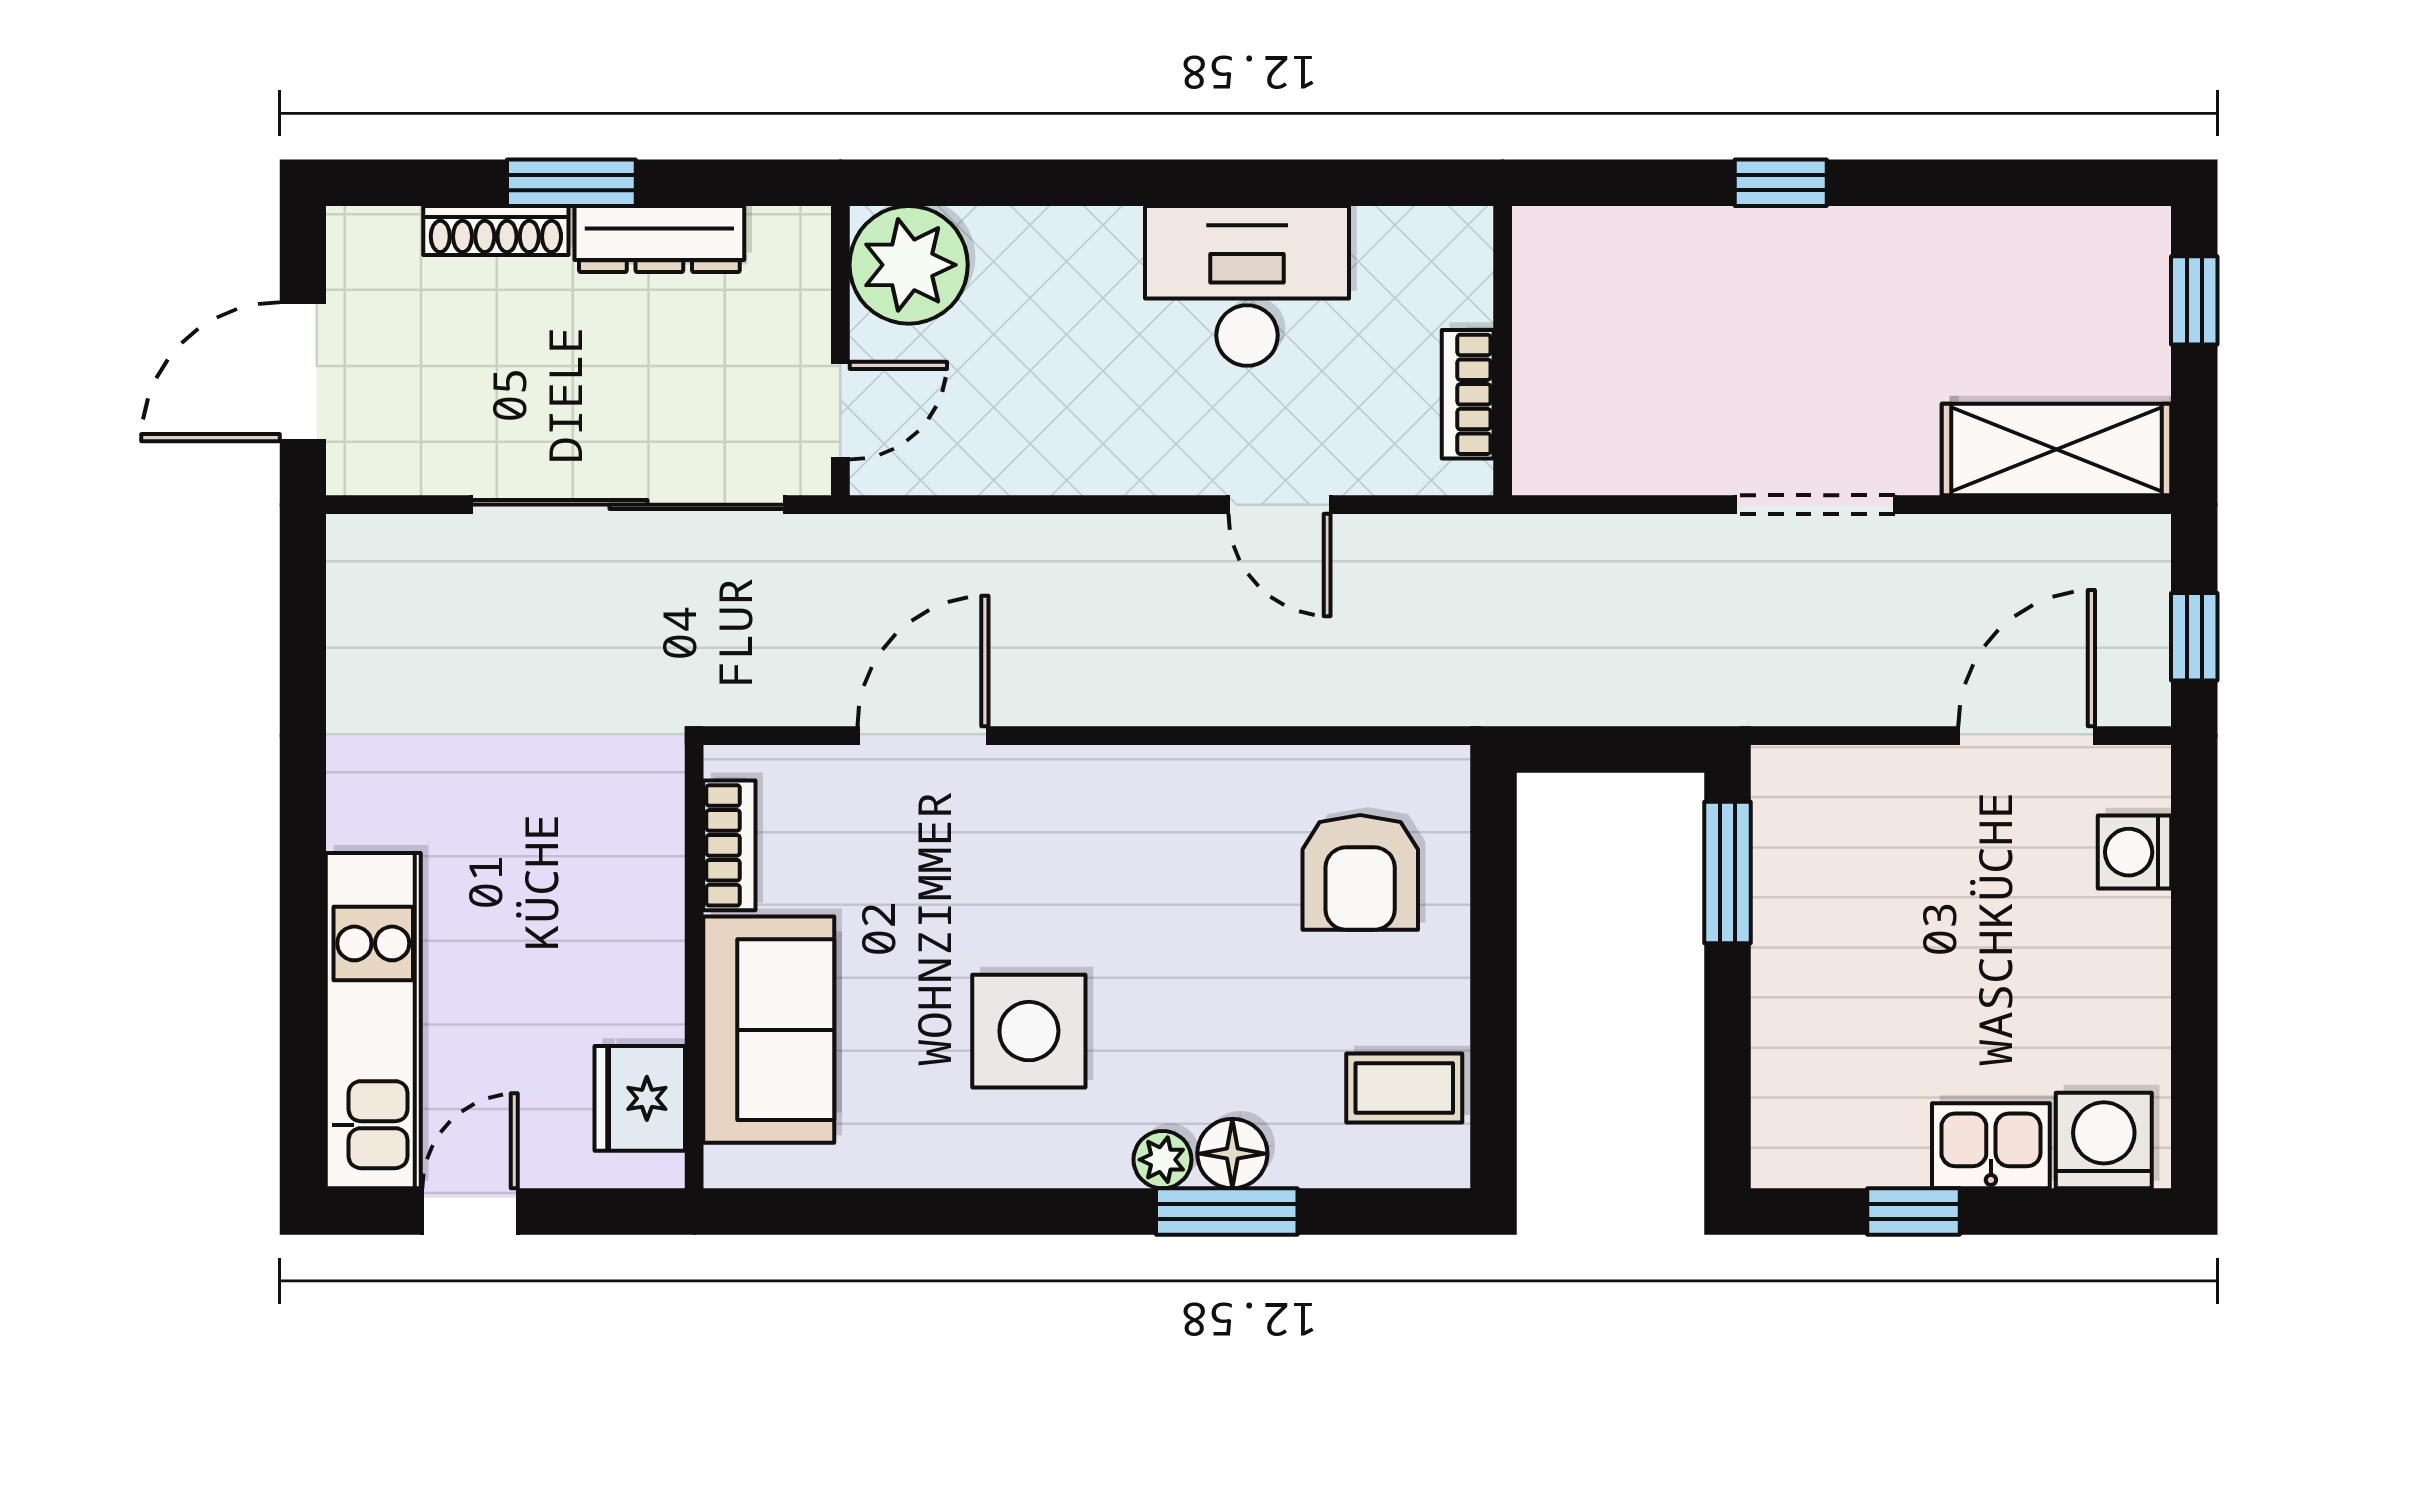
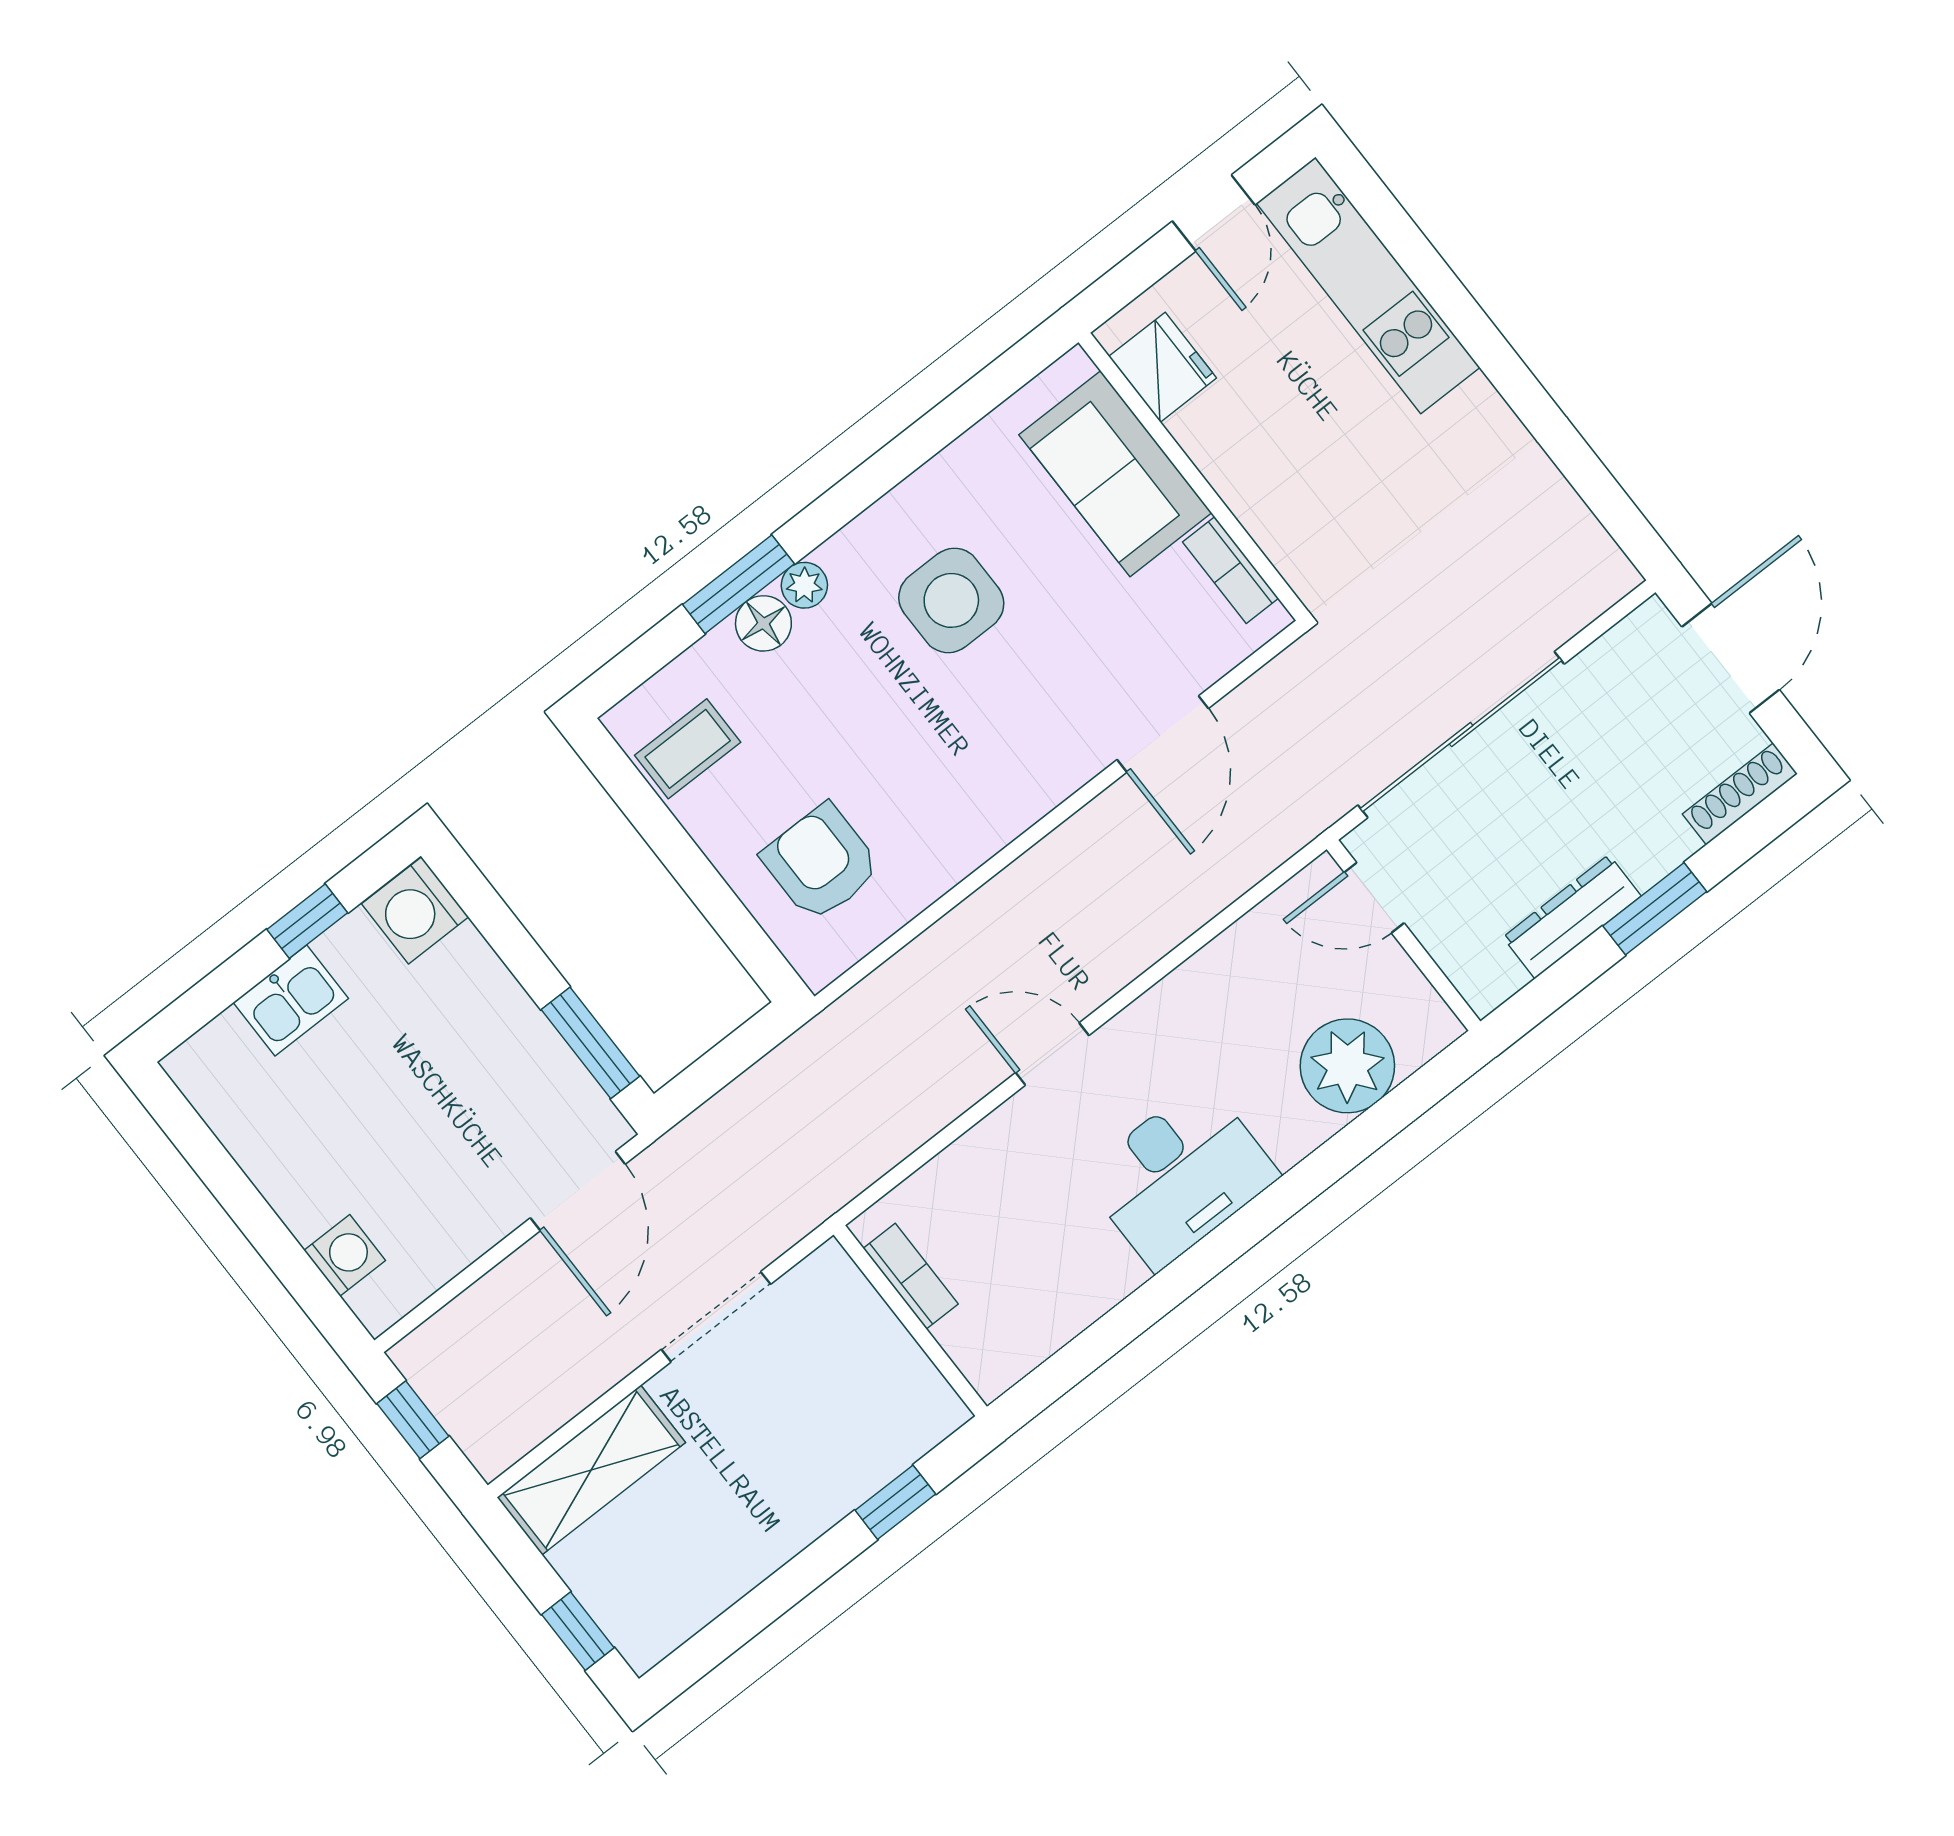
shoe rack: (496, 230) -> (1740, 794), moved
plant: (909, 265) -> (1347, 1066), moved
wall: (1503, 351) -> (910, 1321), moved
bookcase: (1468, 394) -> (911, 1276), moved
door: (840, 411) -> (1374, 898), hinge flipped
door: (2027, 736) -> (578, 1191), moved
washing machine: (2104, 1141) -> (415, 910), moved, turned 90

